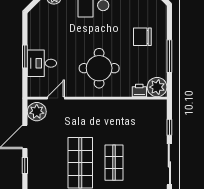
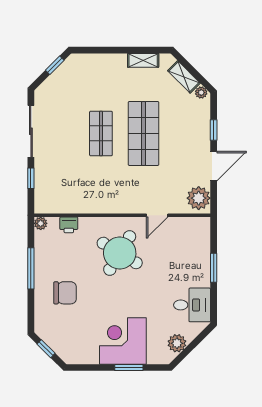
desk: (42, 63) -> (192, 305), moved
round table: (99, 68) -> (120, 253), turned 31
plant: (157, 87) -> (41, 223), width x0.53, depth x0.53
door: (56, 98) -> (157, 215), moved

